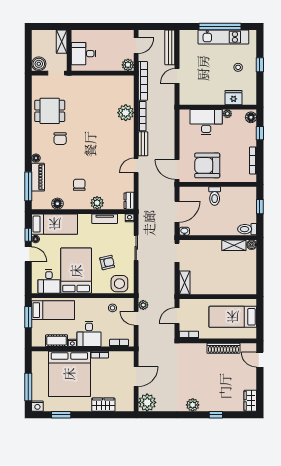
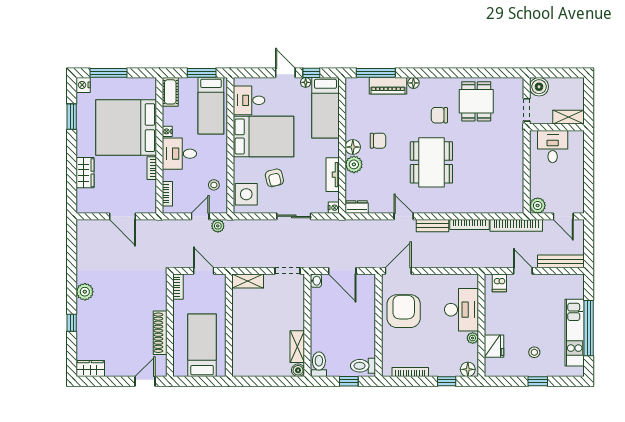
dishwasher: (186, 94) -> (499, 283), added
plant: (126, 113) -> (474, 202), removed
dining table: (96, 145) -> (431, 162), added
toilet: (215, 196) -> (363, 366), moved
floor lamp: (57, 204) -> (353, 147), moved
door: (28, 254) -> (285, 73), swing flipped
cot: (57, 341) -> (170, 92), moved
plant: (147, 402) -> (88, 231), removed

